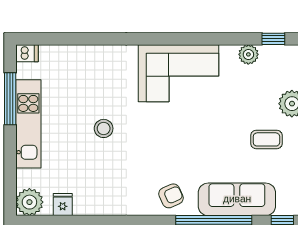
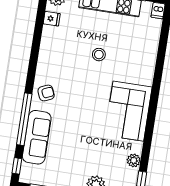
coffee table: (266, 139) -> (74, 164), removed
armchair: (171, 196) -> (46, 93), turned -90

